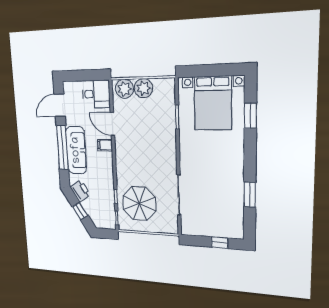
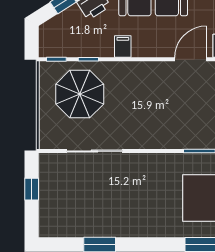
filing cabinet: (105, 145) -> (123, 47), moved
window: (220, 243) -> (32, 189), moved

